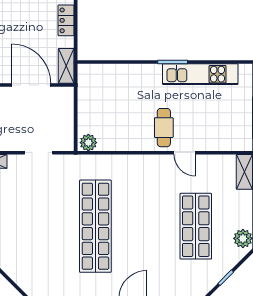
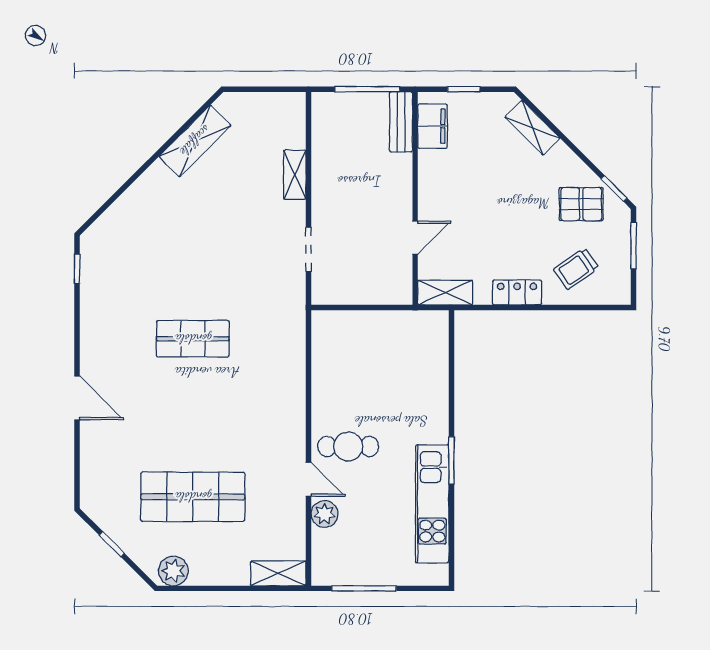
door: (31, 85) -> (415, 238), width x0.53
plant: (88, 143) -> (325, 514), moved
door: (185, 153) -> (308, 479), swing flipped
shop shelf: (95, 226) -> (193, 339), width x0.50, depth x0.74

